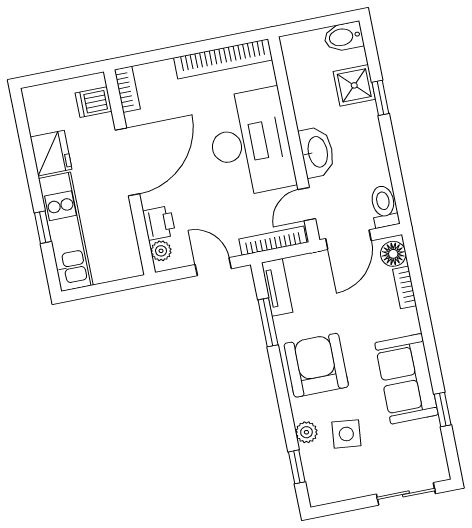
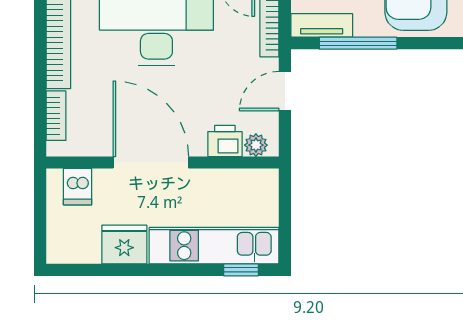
bookcase: (127, 89) -> (56, 116), moved, turned 90
window: (43, 227) -> (241, 270), moved
window: (268, 322) -> (358, 43), width x1.44

